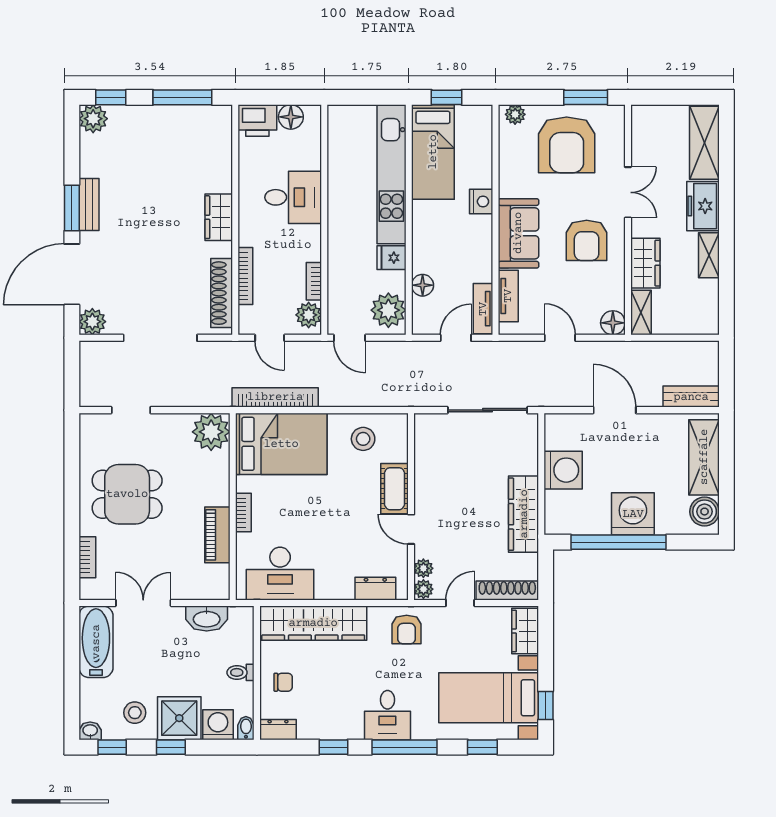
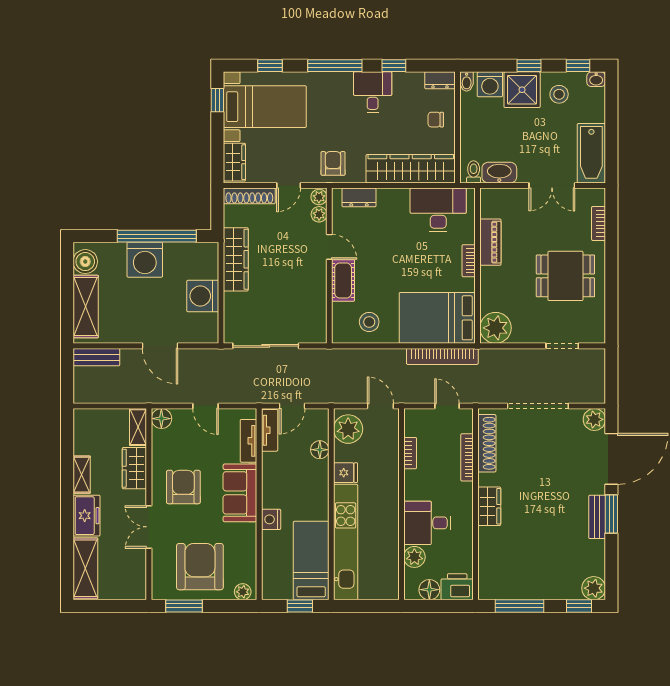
plant: (309, 315) -> (414, 557), moved
toilet: (241, 672) -> (474, 172), moved, turned -90
desk: (387, 715) -> (373, 92), moved

